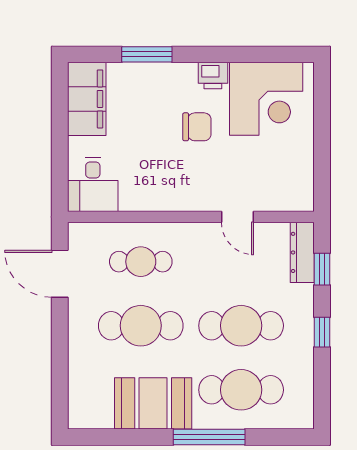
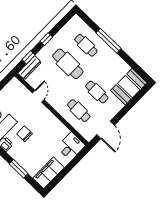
cafe table: (141, 326) -> (97, 92), width x0.73, depth x0.74
cafe table: (241, 390) -> (86, 45), width x0.73, depth x0.74
booth: (153, 403) -> (129, 87), moved, turned 90

